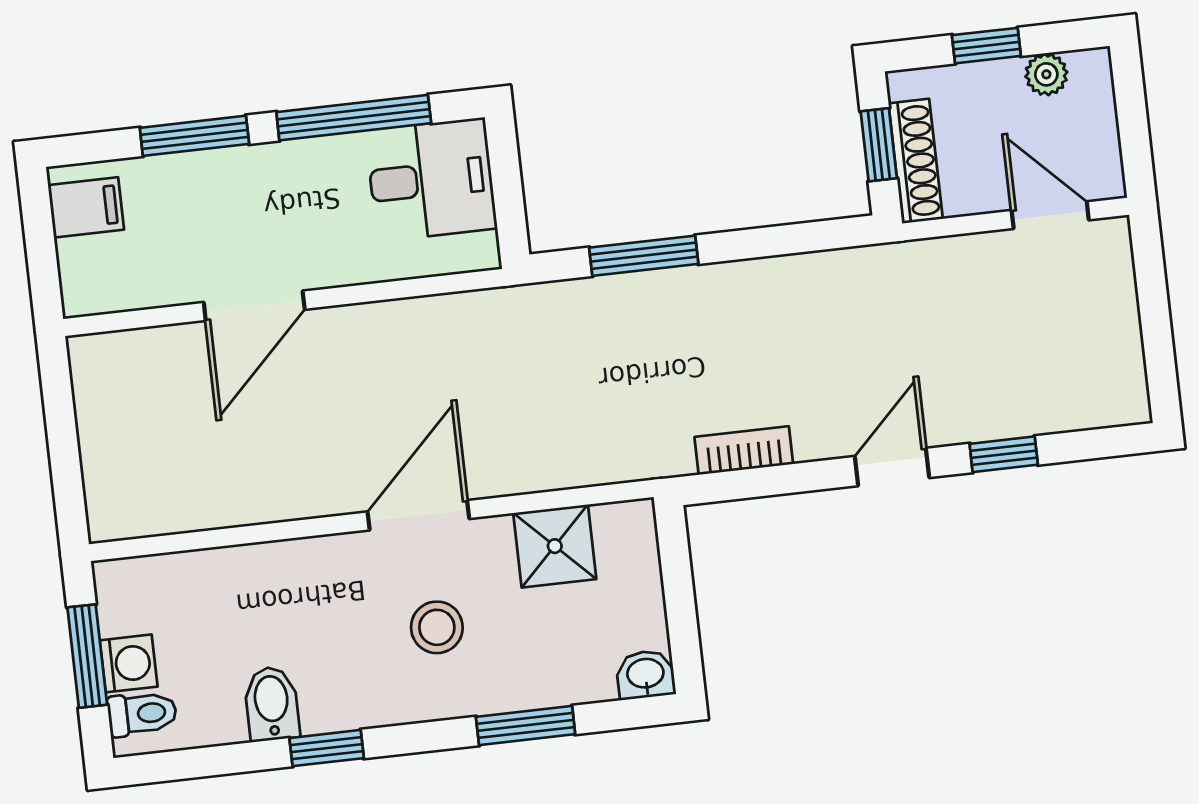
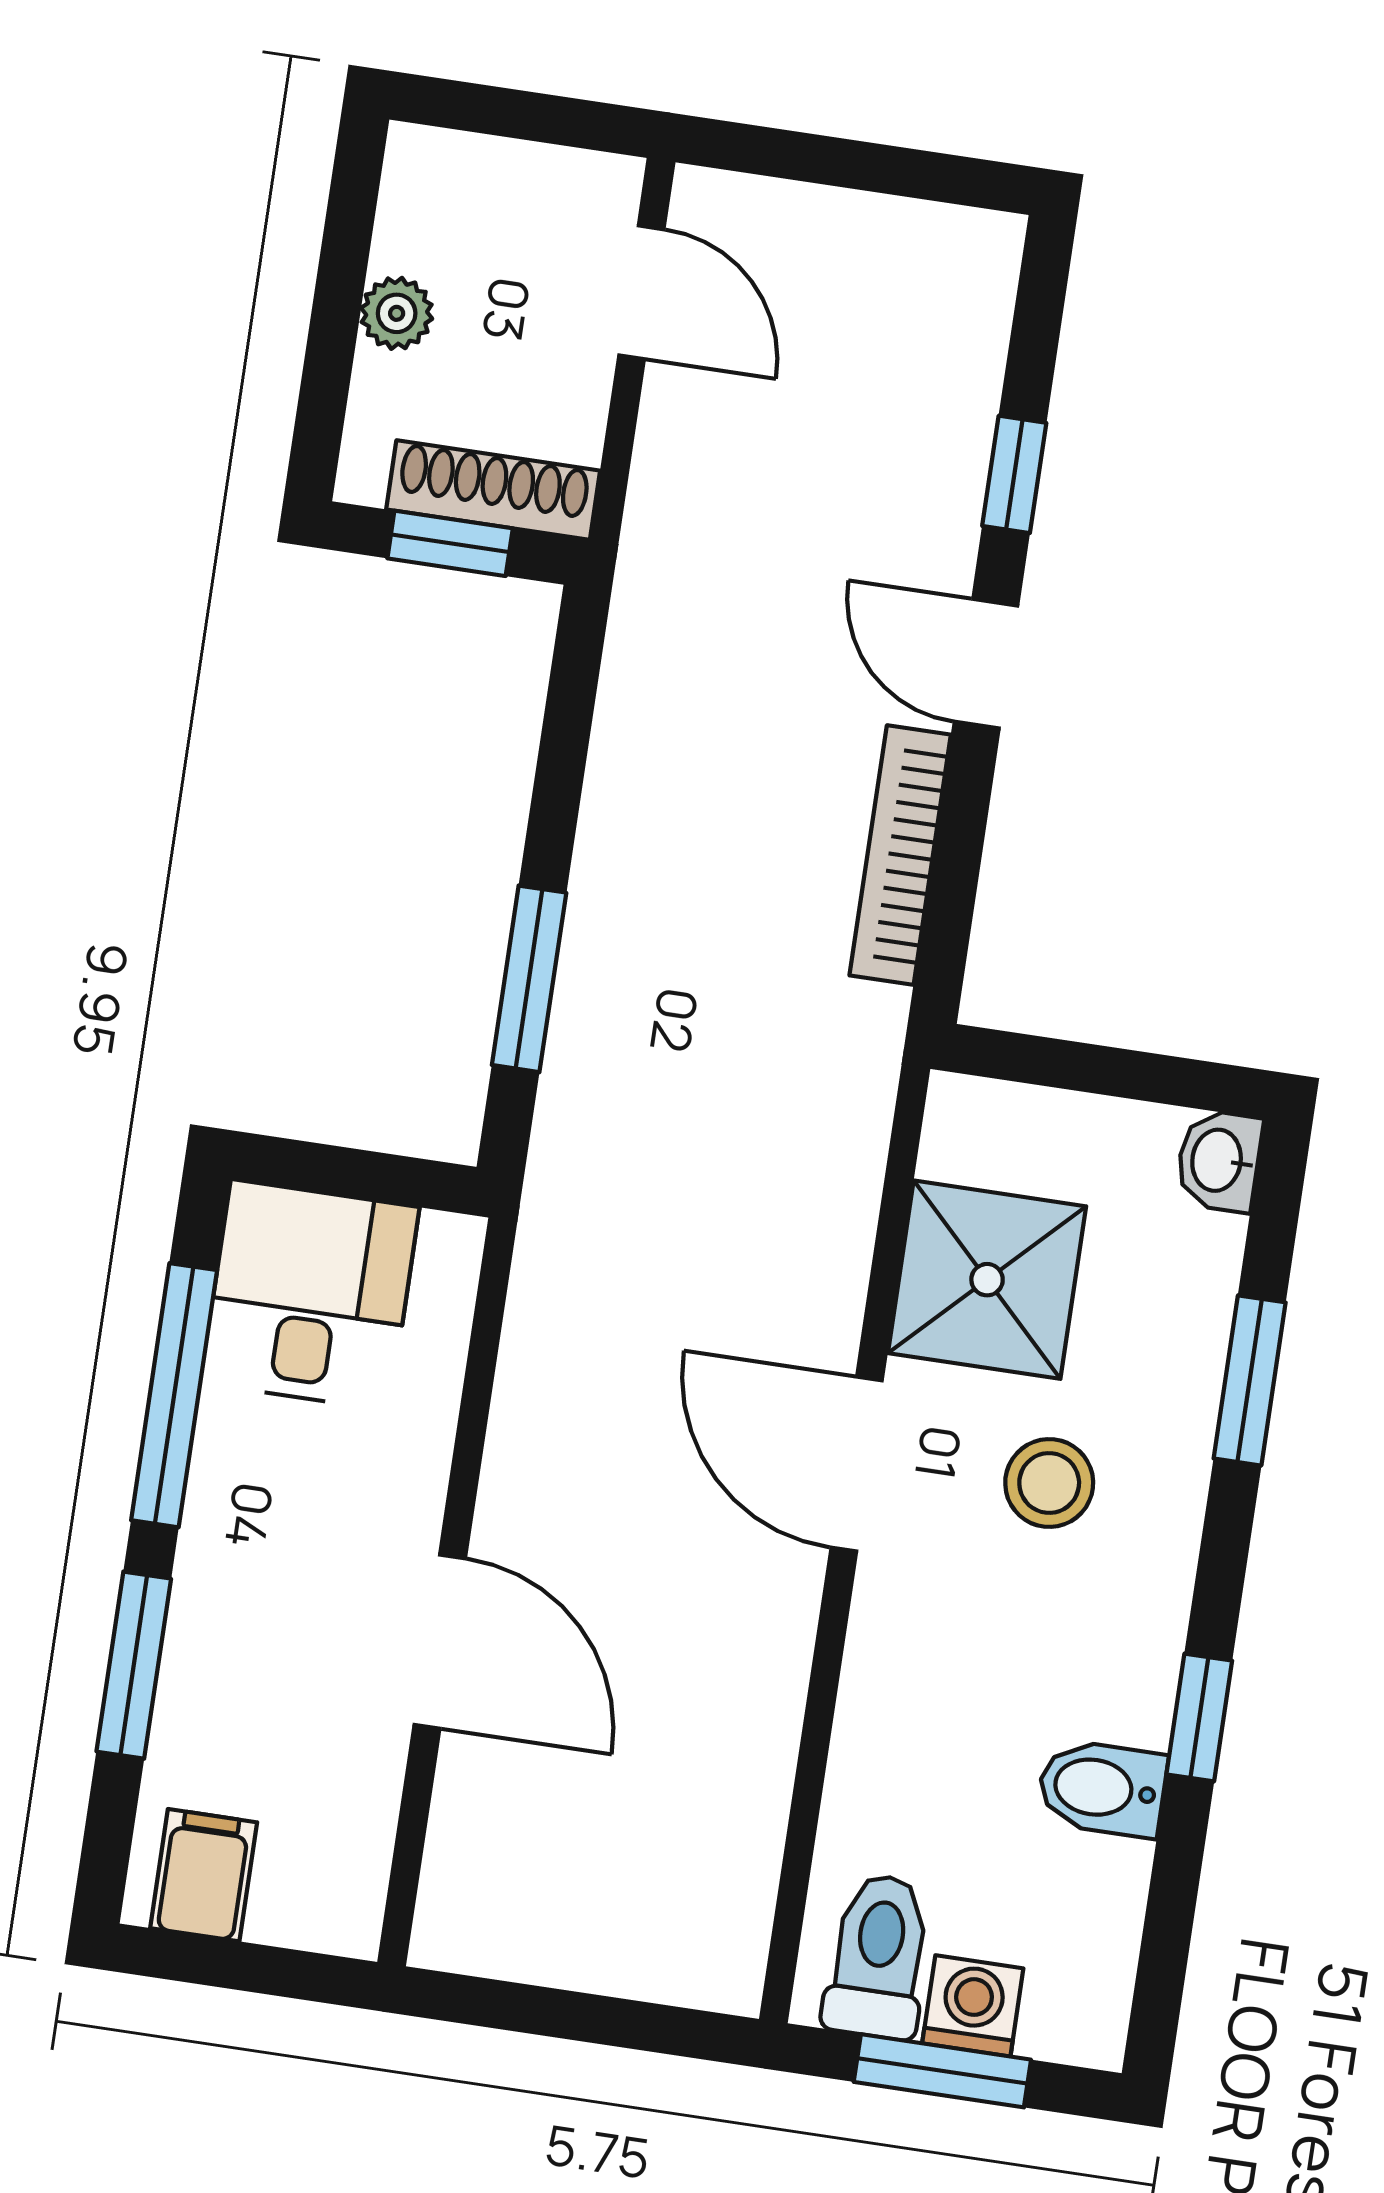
window: (986, 46) -> (334, 323), removed
plant: (1046, 74) -> (397, 313), moved
door: (1050, 215) -> (641, 292), swing flipped
bookcase: (744, 450) -> (900, 855), width x1.56
shower: (555, 546) -> (987, 1280), width x1.36, depth x1.36
toilet: (142, 714) -> (878, 1956), moved, width x1.37, depth x1.39

